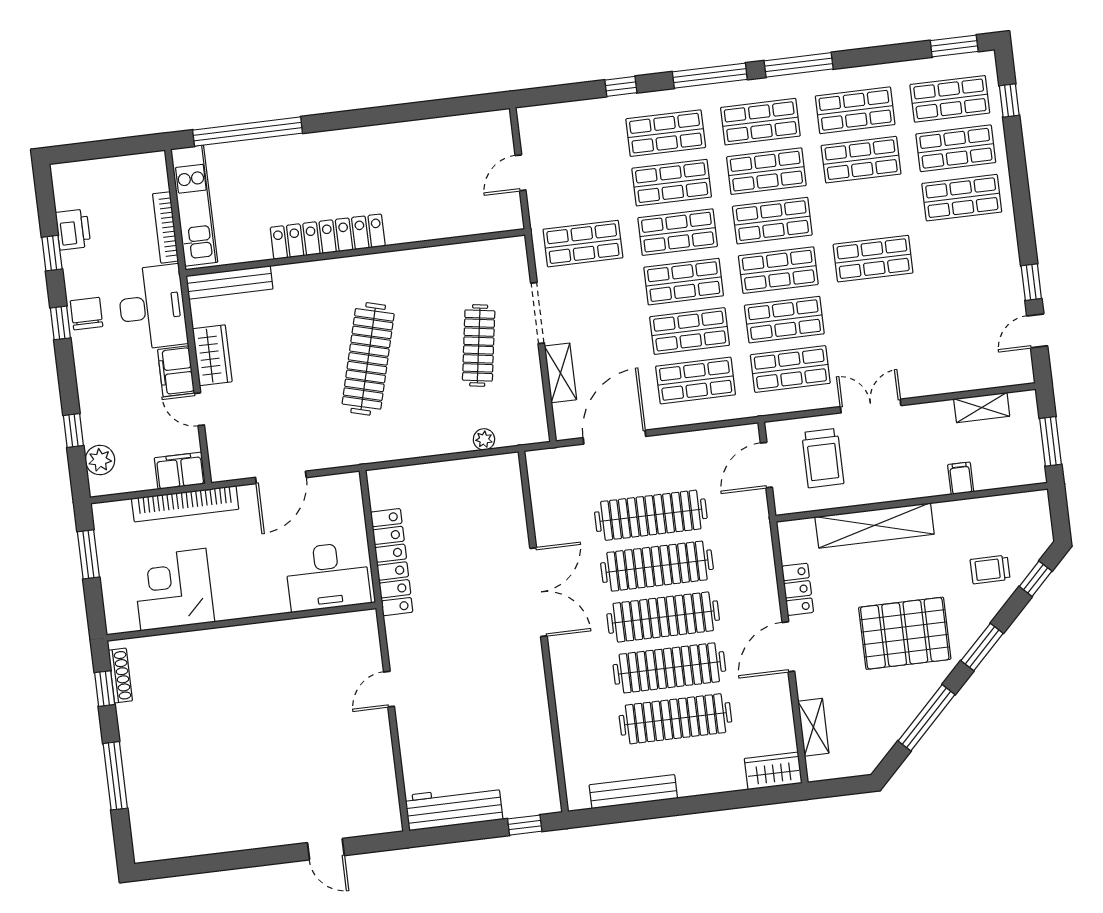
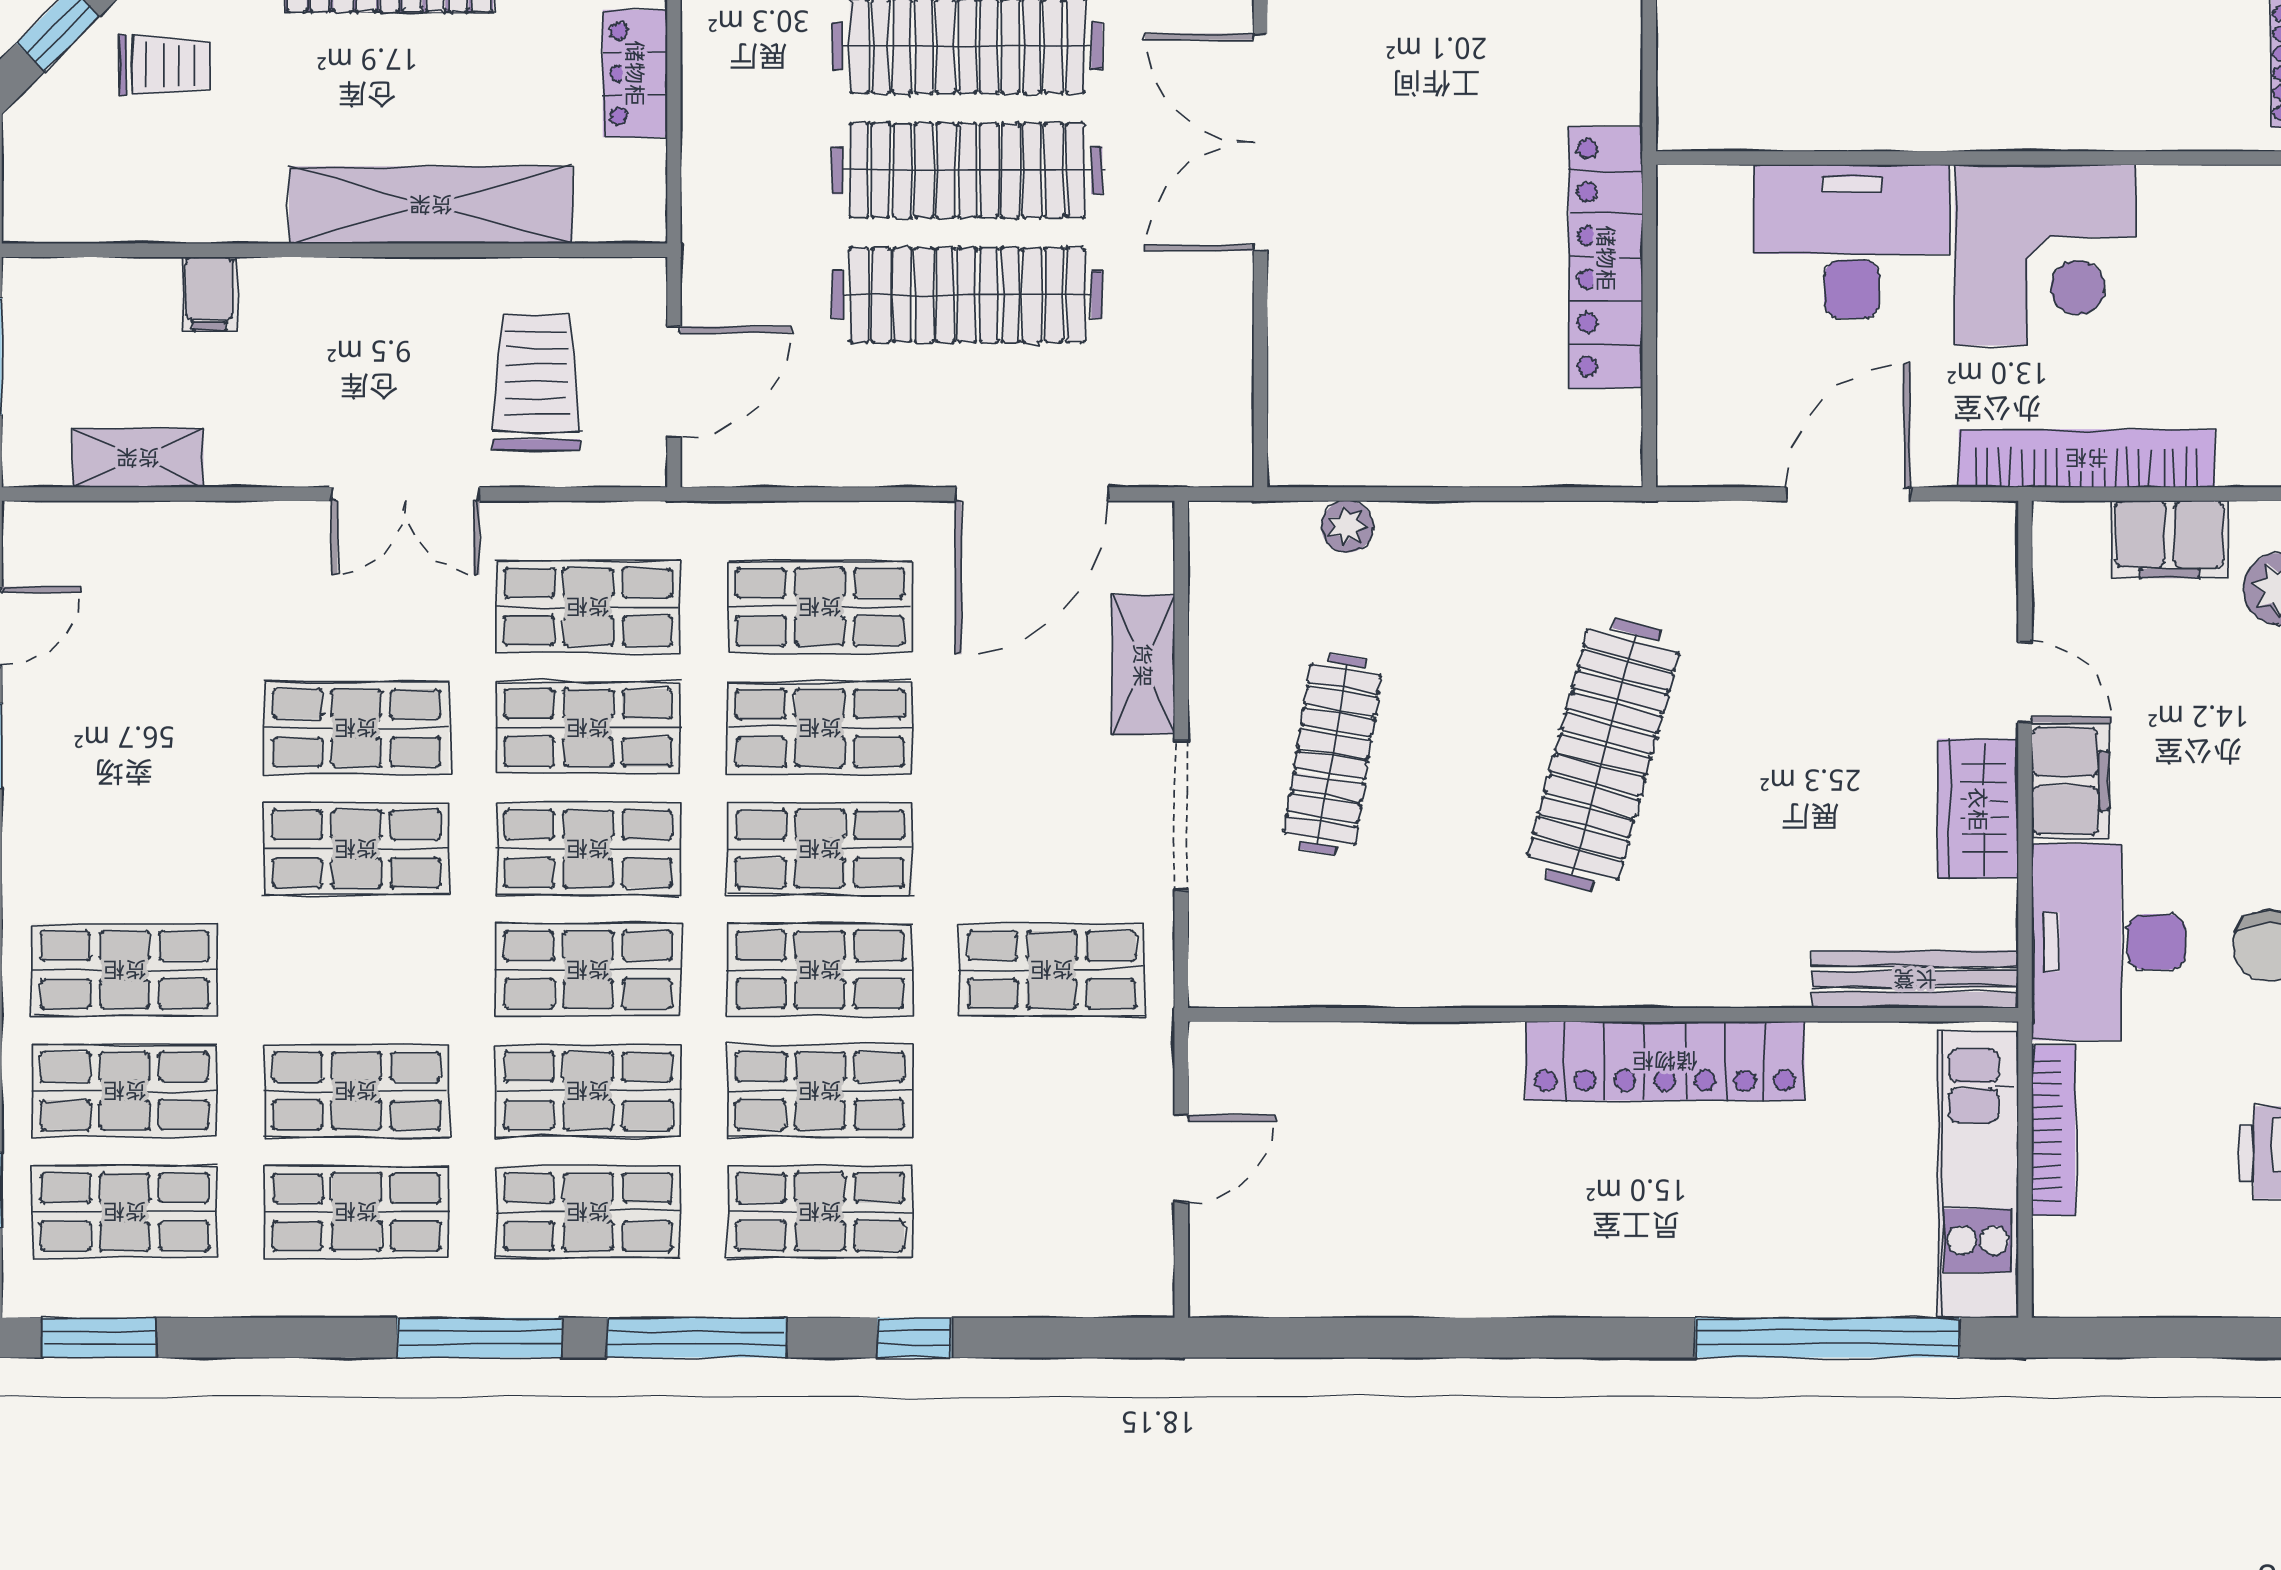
shop shelf: (879, 308) -> (356, 728), added
filing cabinet: (180, 471) -> (2170, 539), moved
desk: (328, 577) -> (1852, 241), moved
corner desk: (173, 590) -> (2045, 255), moved

